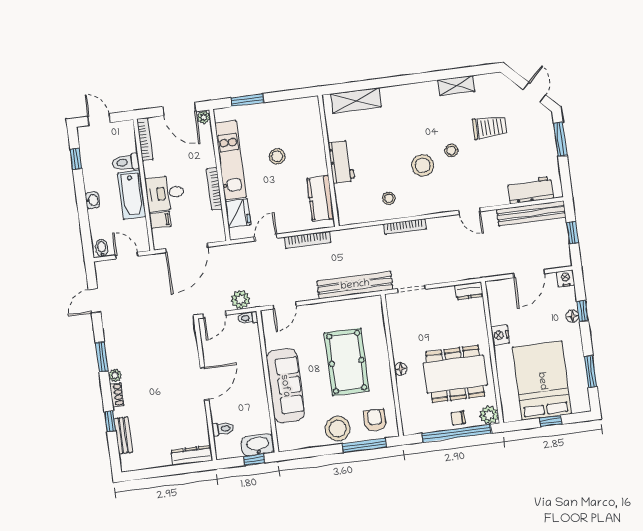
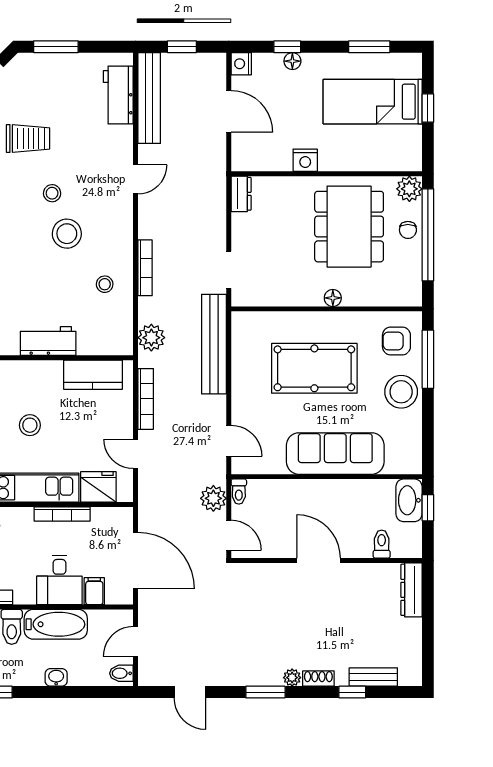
trolley: (490, 127) -> (28, 138), turned 90
plant: (354, 238) -> (151, 338), added
bed: (542, 381) -> (373, 102), width x0.67

